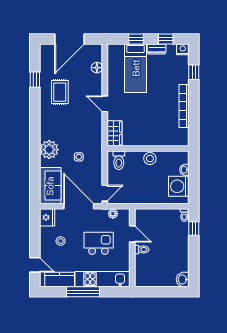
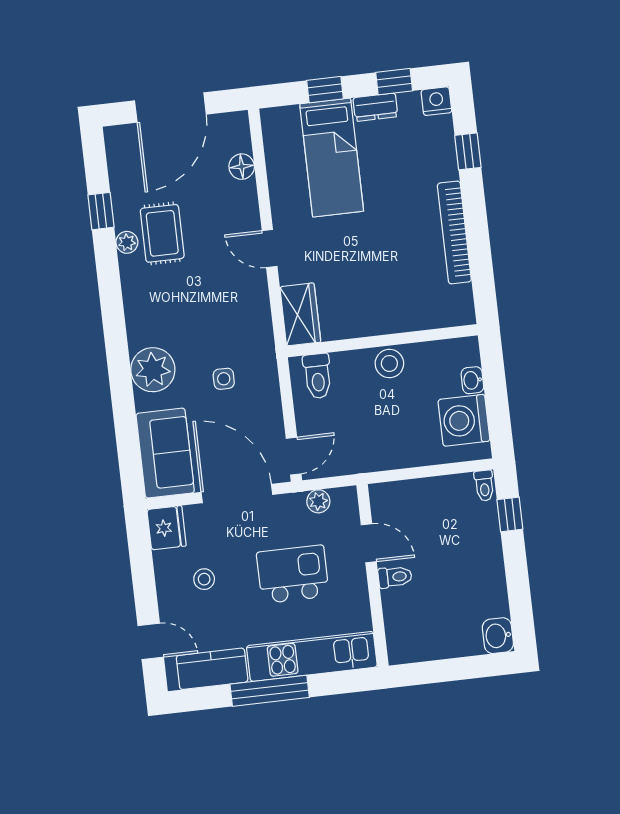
plant: (44, 94) -> (127, 242), added

